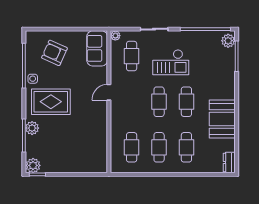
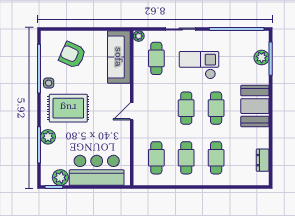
plant: (228, 41) -> (262, 58), moved
sofa: (97, 48) -> (119, 57), width x1.36
checkout: (171, 62) -> (199, 65), turned 180
door: (109, 92) -> (132, 111), moved
booth: (222, 119) -> (255, 106), moved
bar counter: (77, 159) -> (97, 170), added
dresser: (229, 162) -> (263, 160), moved
plant: (33, 165) -> (60, 178), moved

